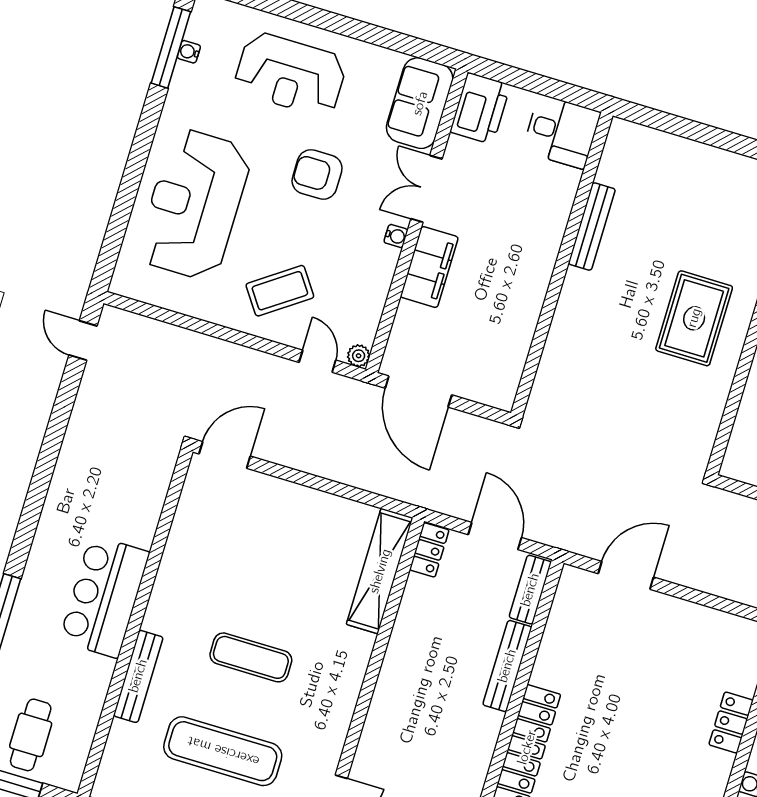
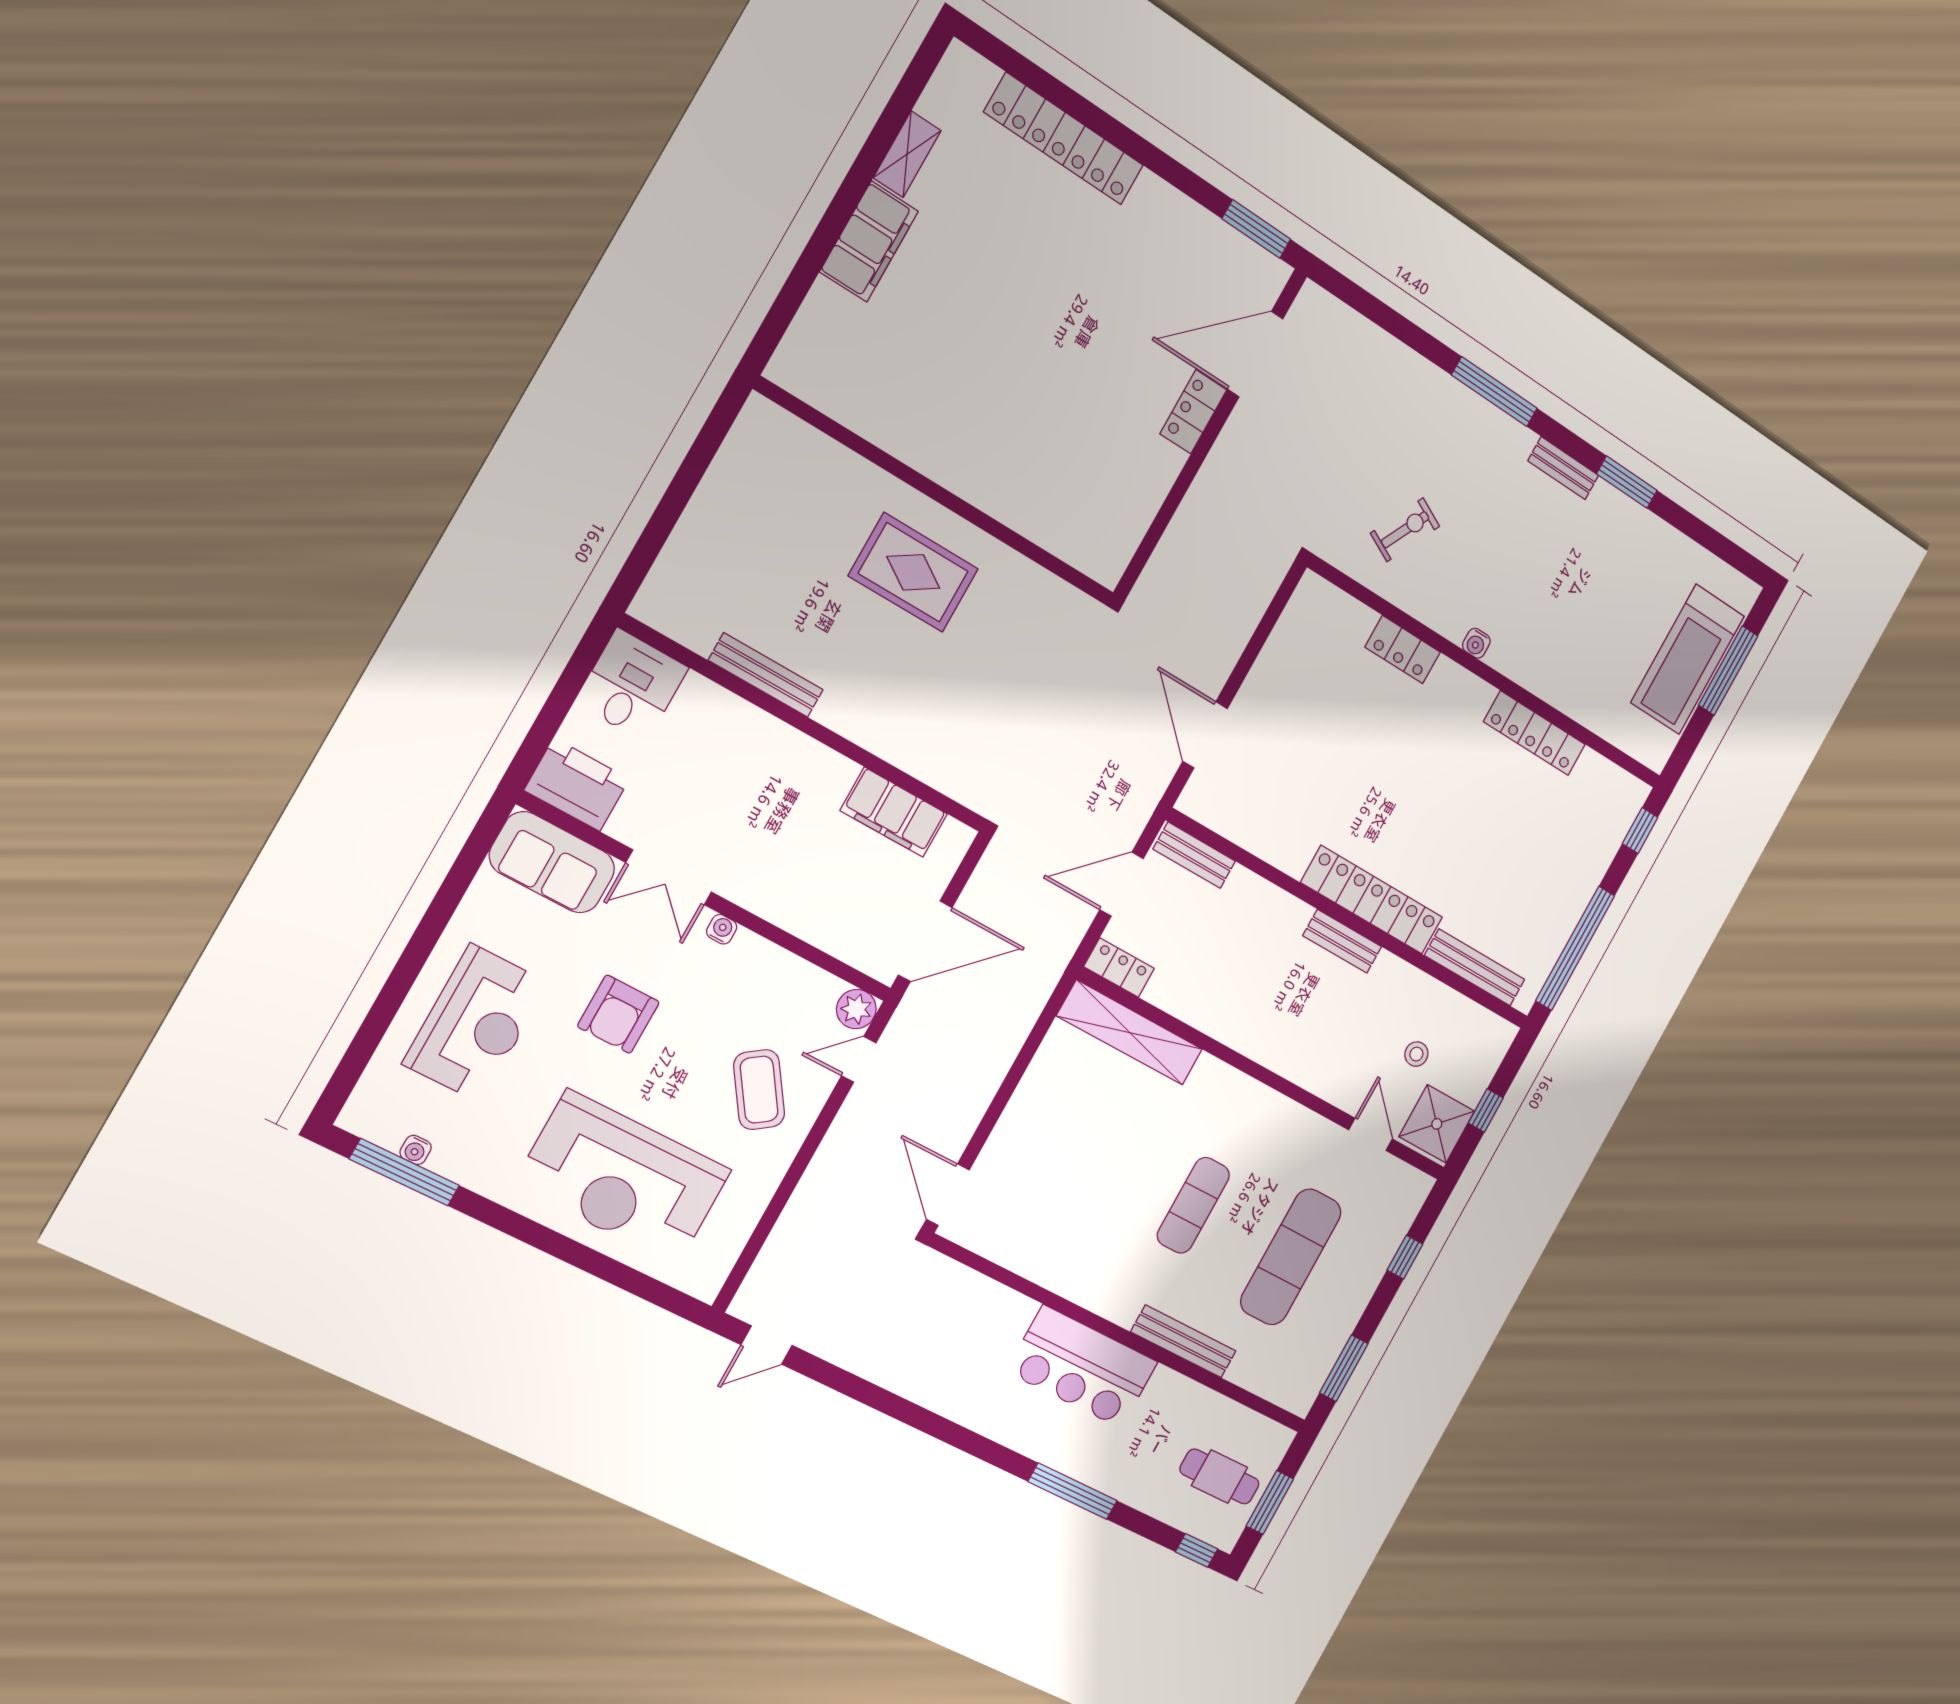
filing cabinet: (429, 267) -> (894, 812), moved, turned 180
plant: (359, 356) -> (856, 1009), width x1.38, depth x1.38
bench: (507, 666) -> (1342, 941), moved, width x0.73

